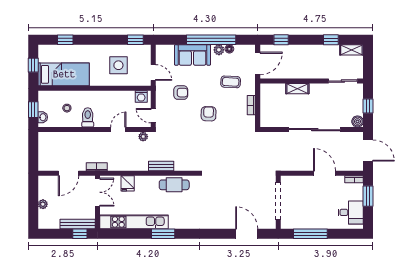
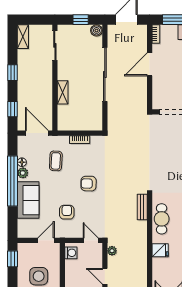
window: (331, 40) -> (12, 73), moved
door: (153, 116) -> (91, 240), swing flipped
bench: (161, 166) -> (142, 207), moved
fridge: (128, 183) -> (160, 250), moved

